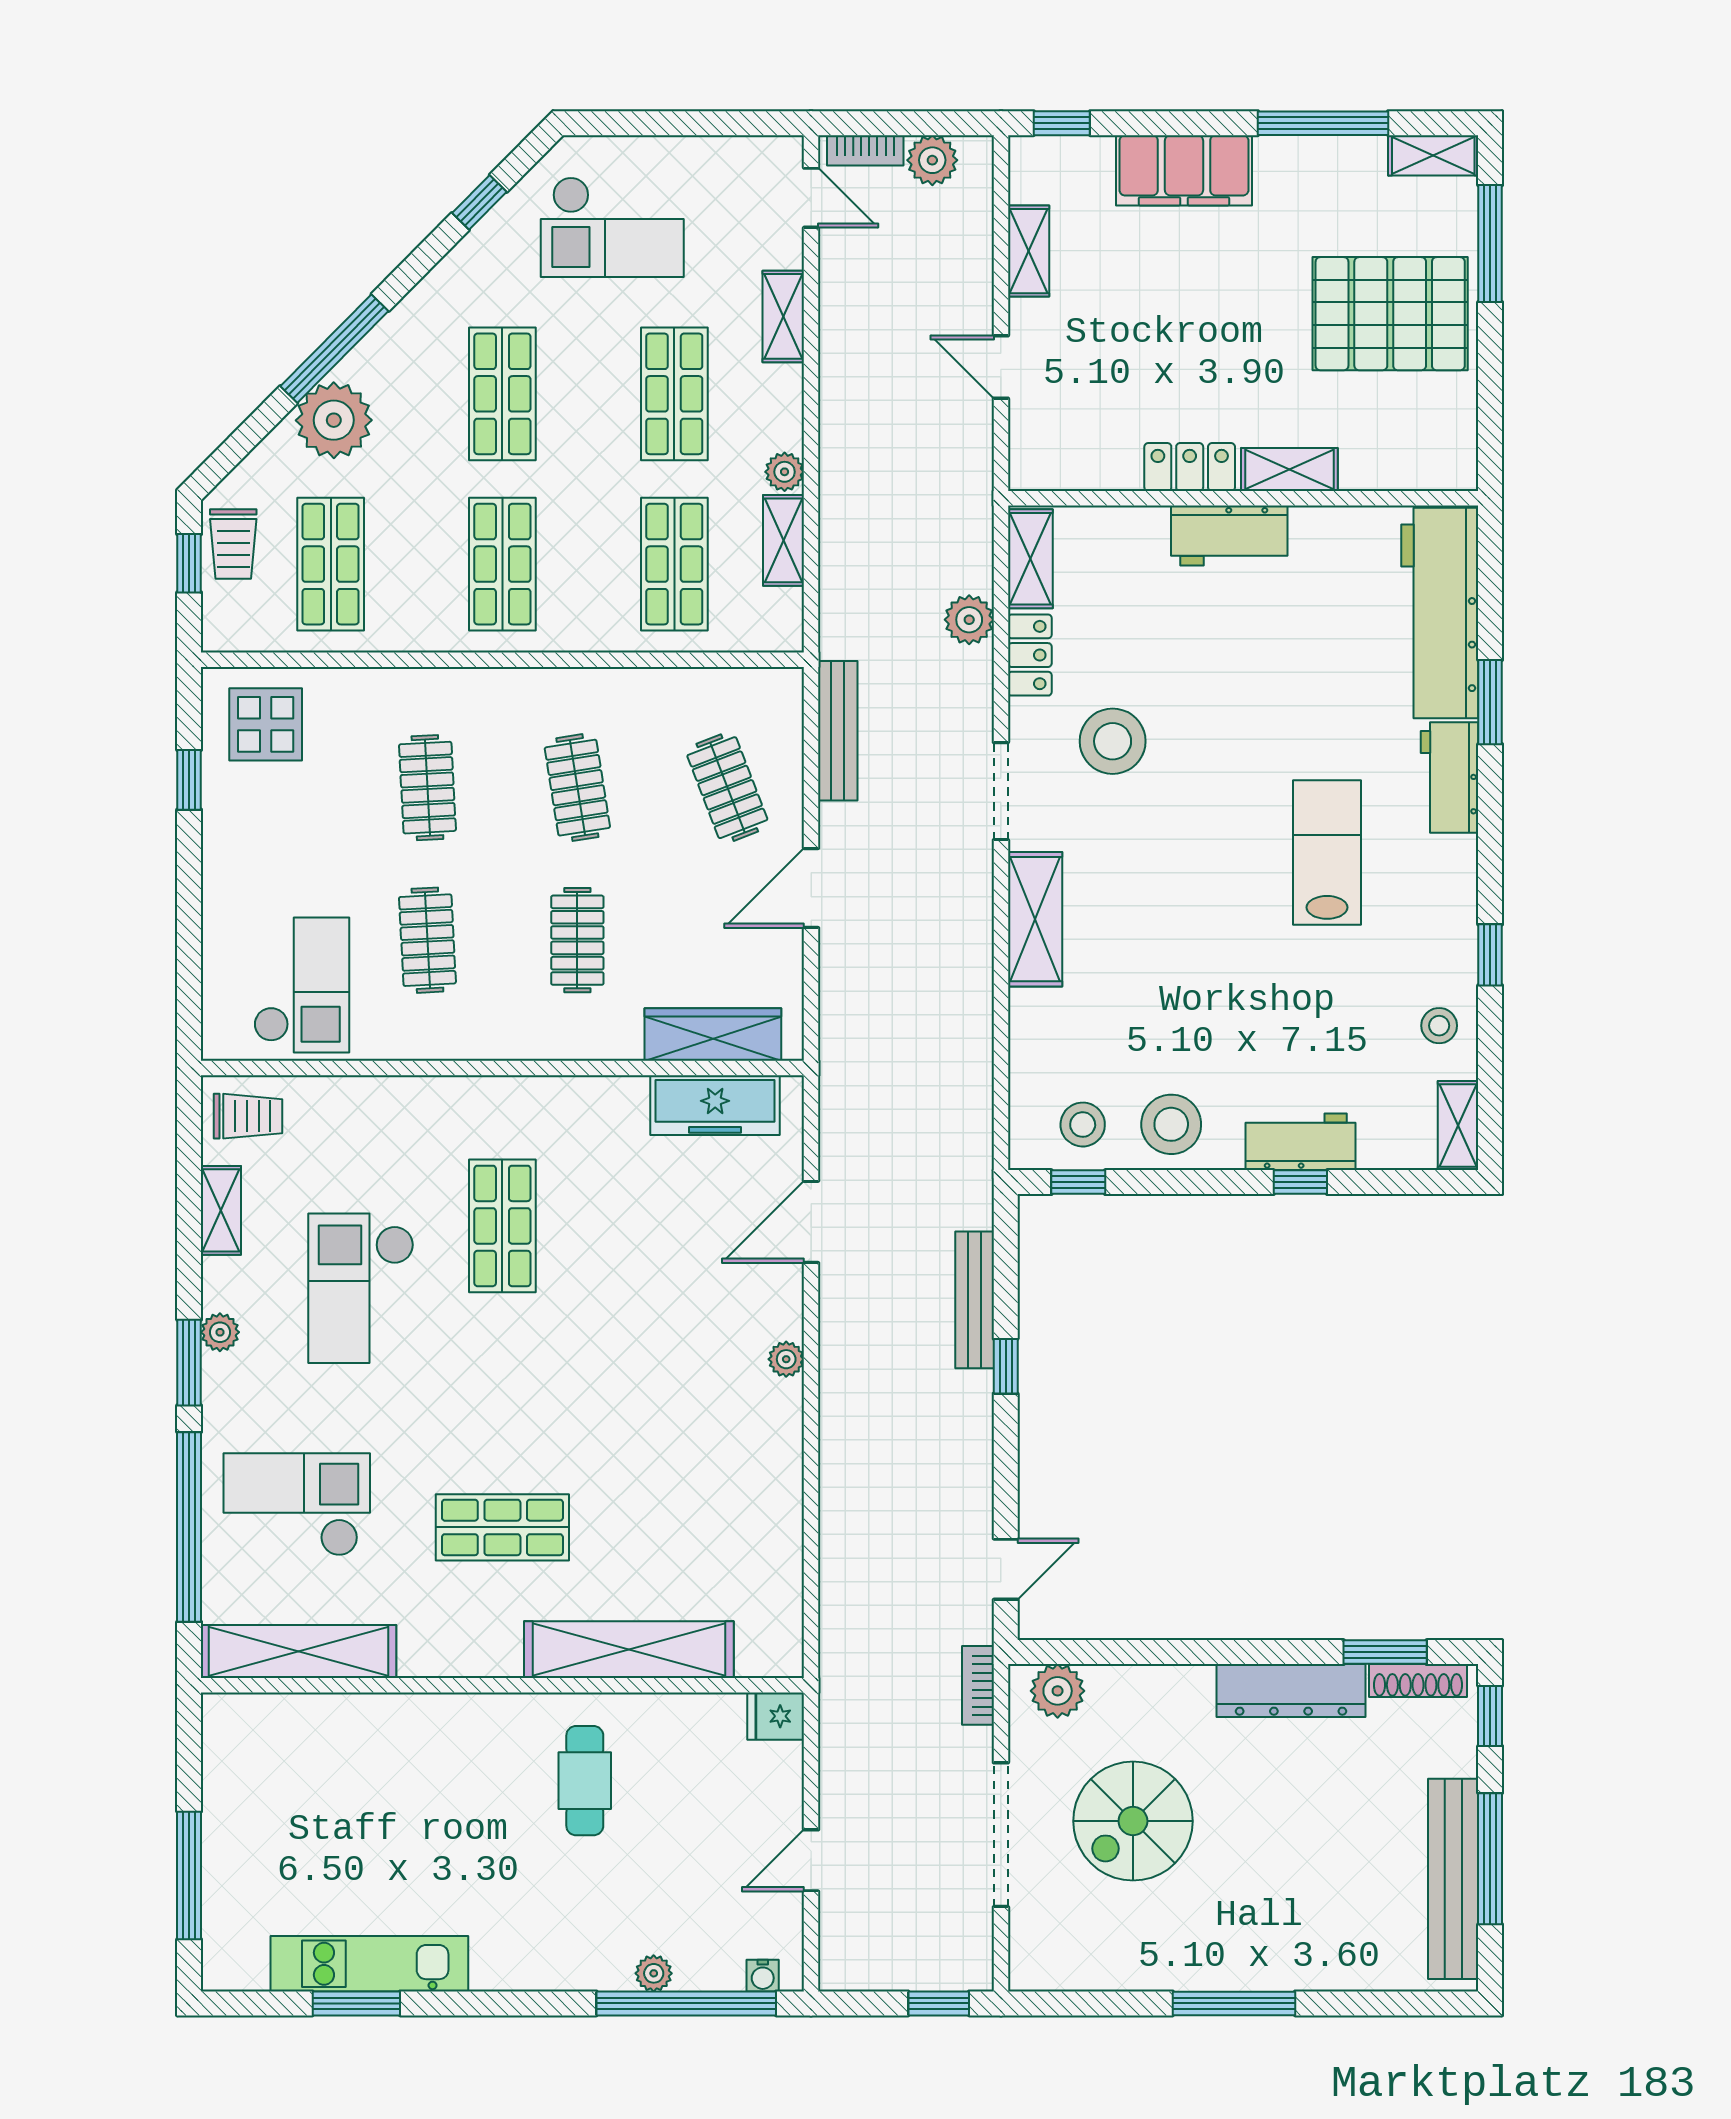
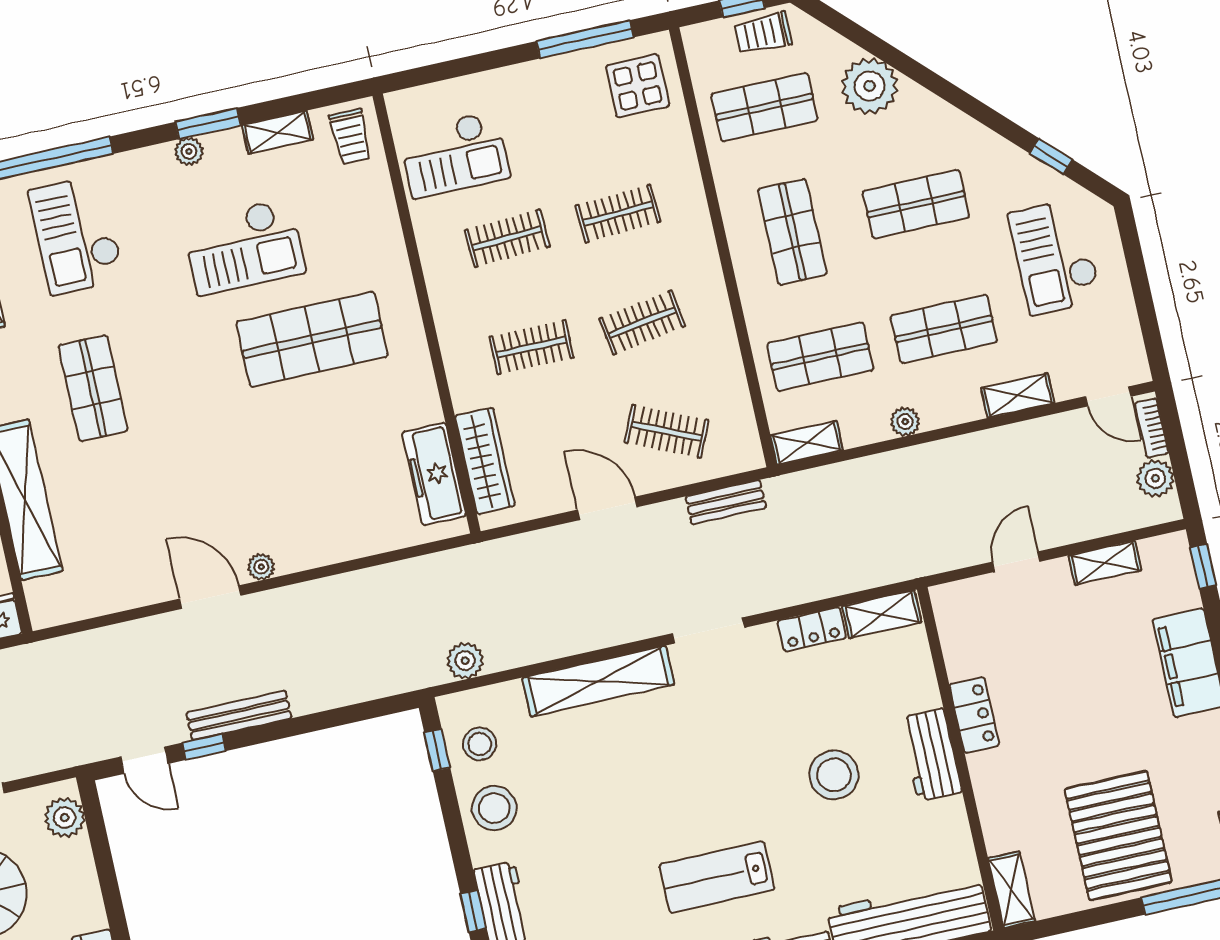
door: (811, 198) -> (1108, 396), hinge flipped
window: (334, 349) -> (922, 75), removed
shelving: (1289, 469) -> (1012, 890), moved
shelving: (783, 540) -> (807, 443), moved
shop shelf: (502, 564) -> (792, 232), turned 90
plant: (969, 620) -> (465, 661), moved
bench: (838, 731) -> (726, 502), width x0.73
stool: (1113, 741) -> (834, 775), moved
window: (189, 780) -> (585, 39), width x2.17
clothes rail: (727, 788) -> (667, 431), turned 45
lab bench: (1327, 852) -> (717, 877), turned 180
shelving: (1035, 919) -> (598, 681), width x1.47
door: (811, 1222) -> (210, 597), moved
shop shelf: (502, 1226) -> (312, 339), width x1.43, depth x1.36
checkout: (361, 1288) -> (244, 247), turned 180
bench: (975, 1300) -> (239, 715), moved
window: (189, 1363) -> (208, 124), moved
window: (1006, 1366) -> (204, 747), moved
checkout: (297, 1505) -> (76, 235), turned 180
bookcase: (978, 1685) -> (56, 759), removed

